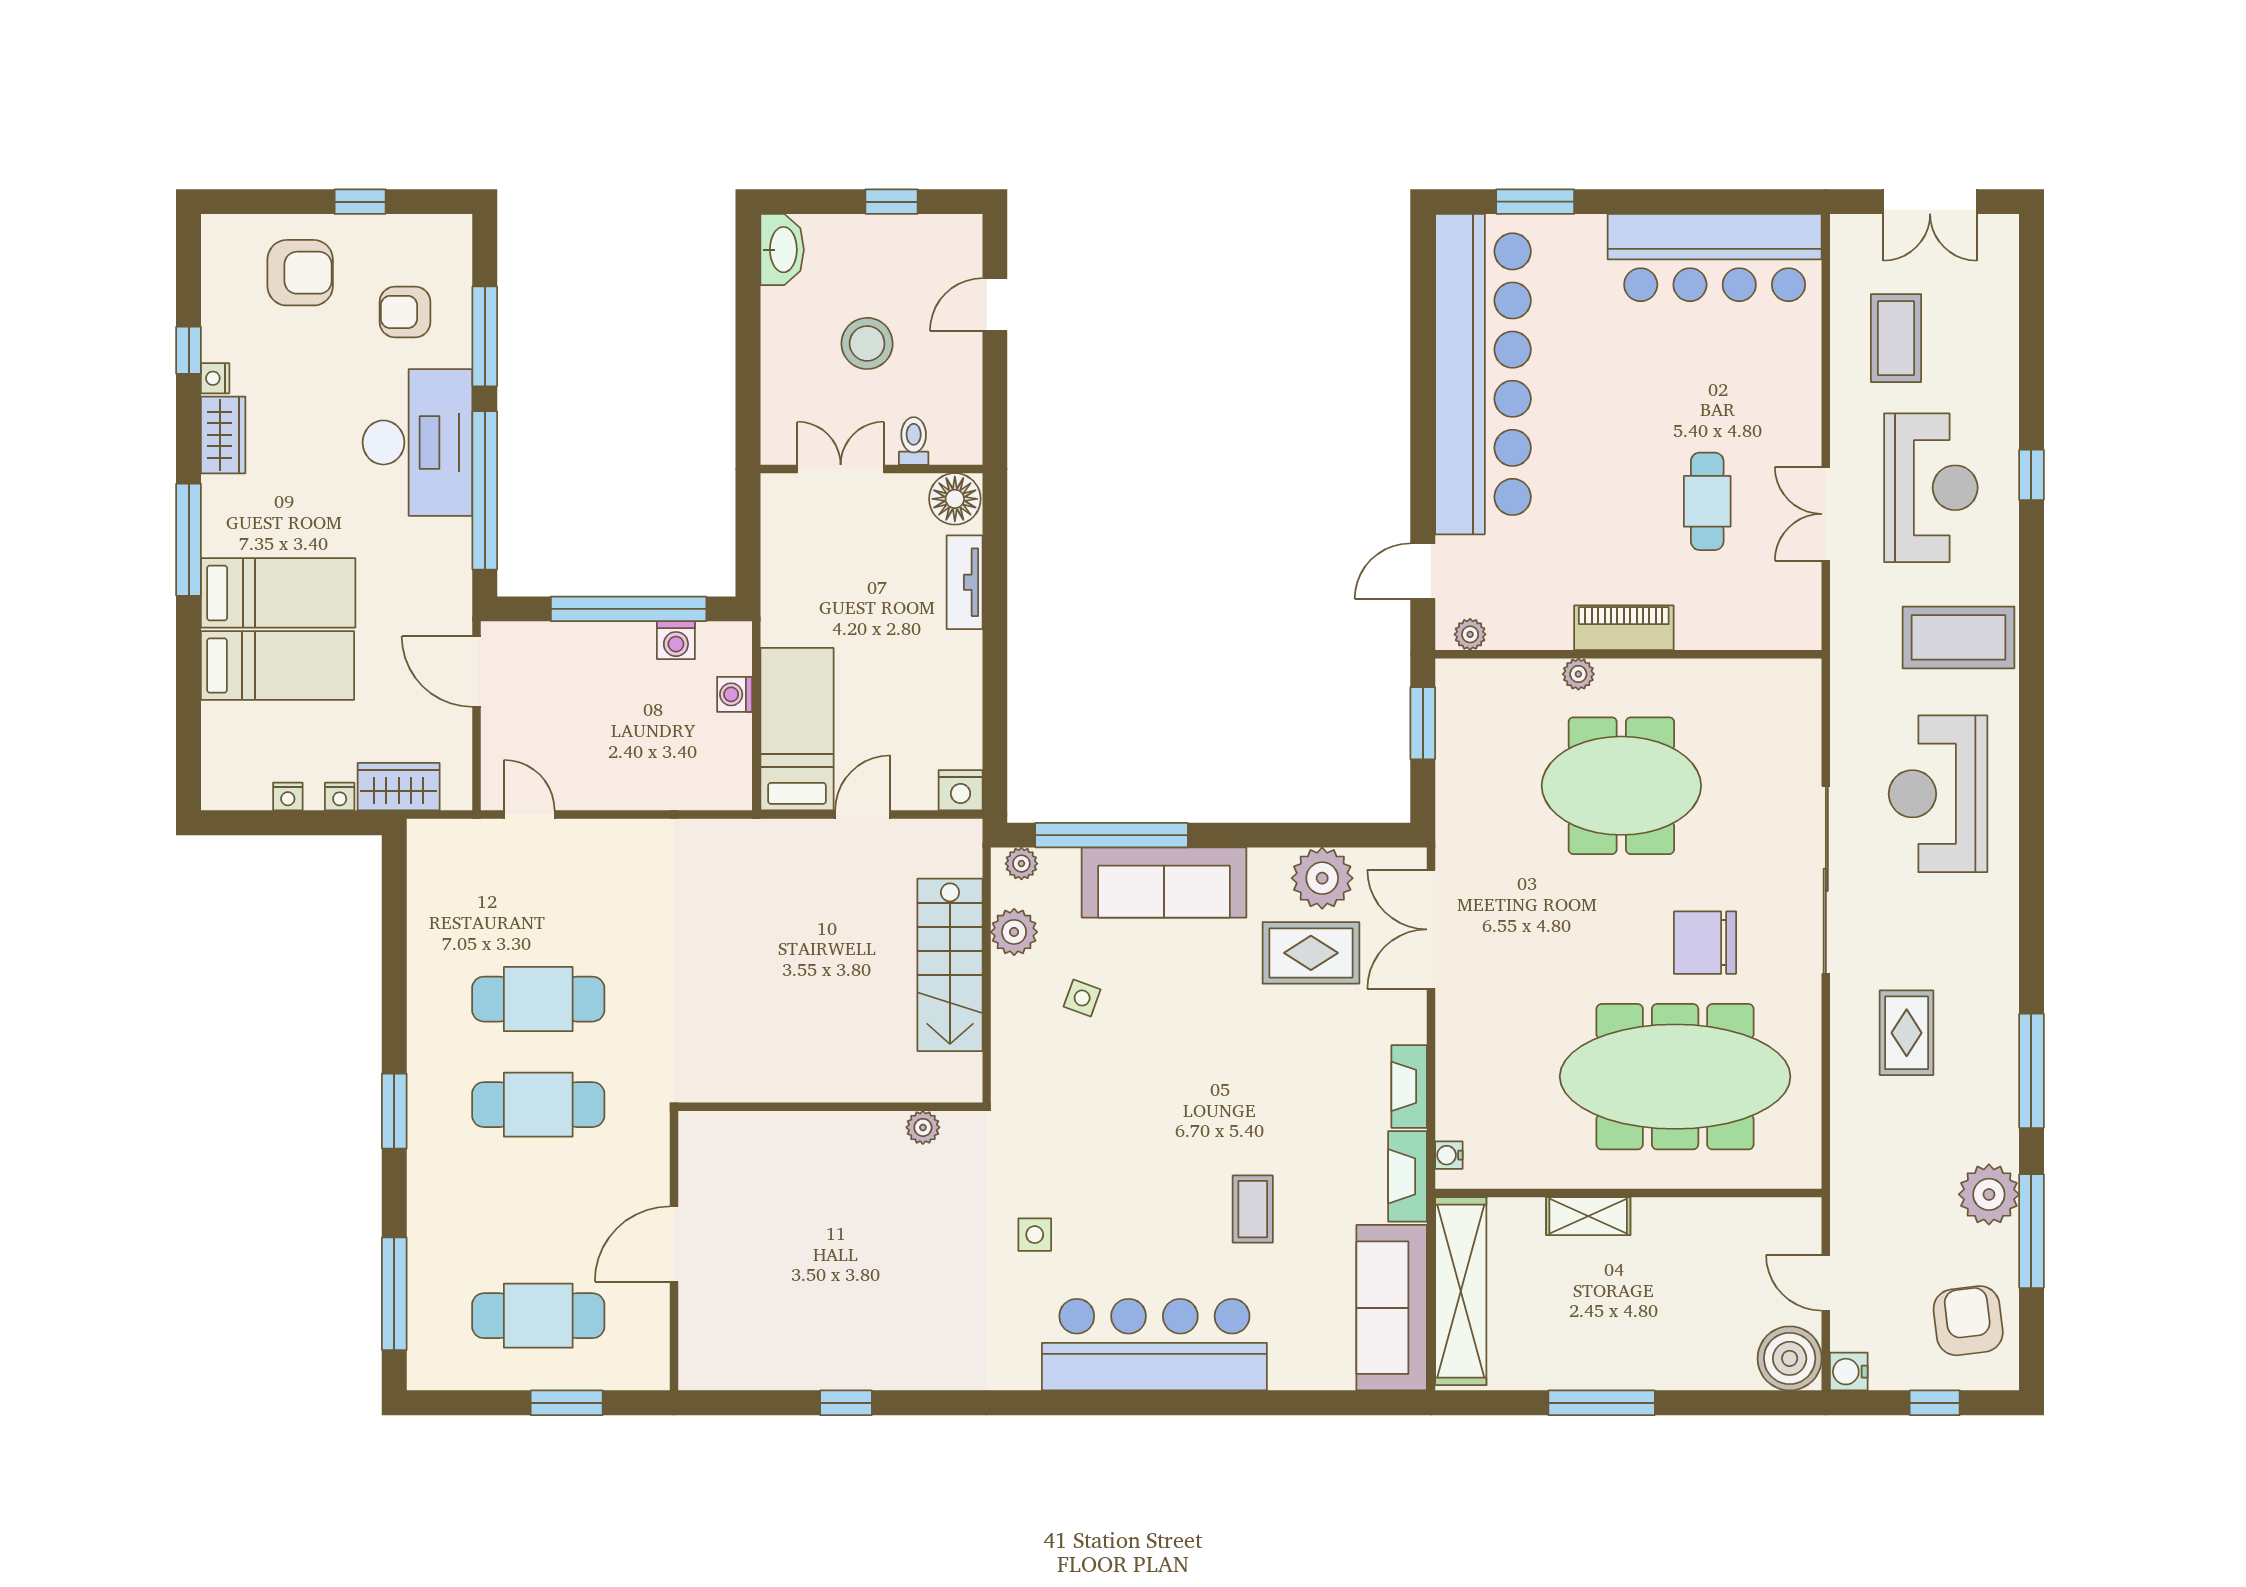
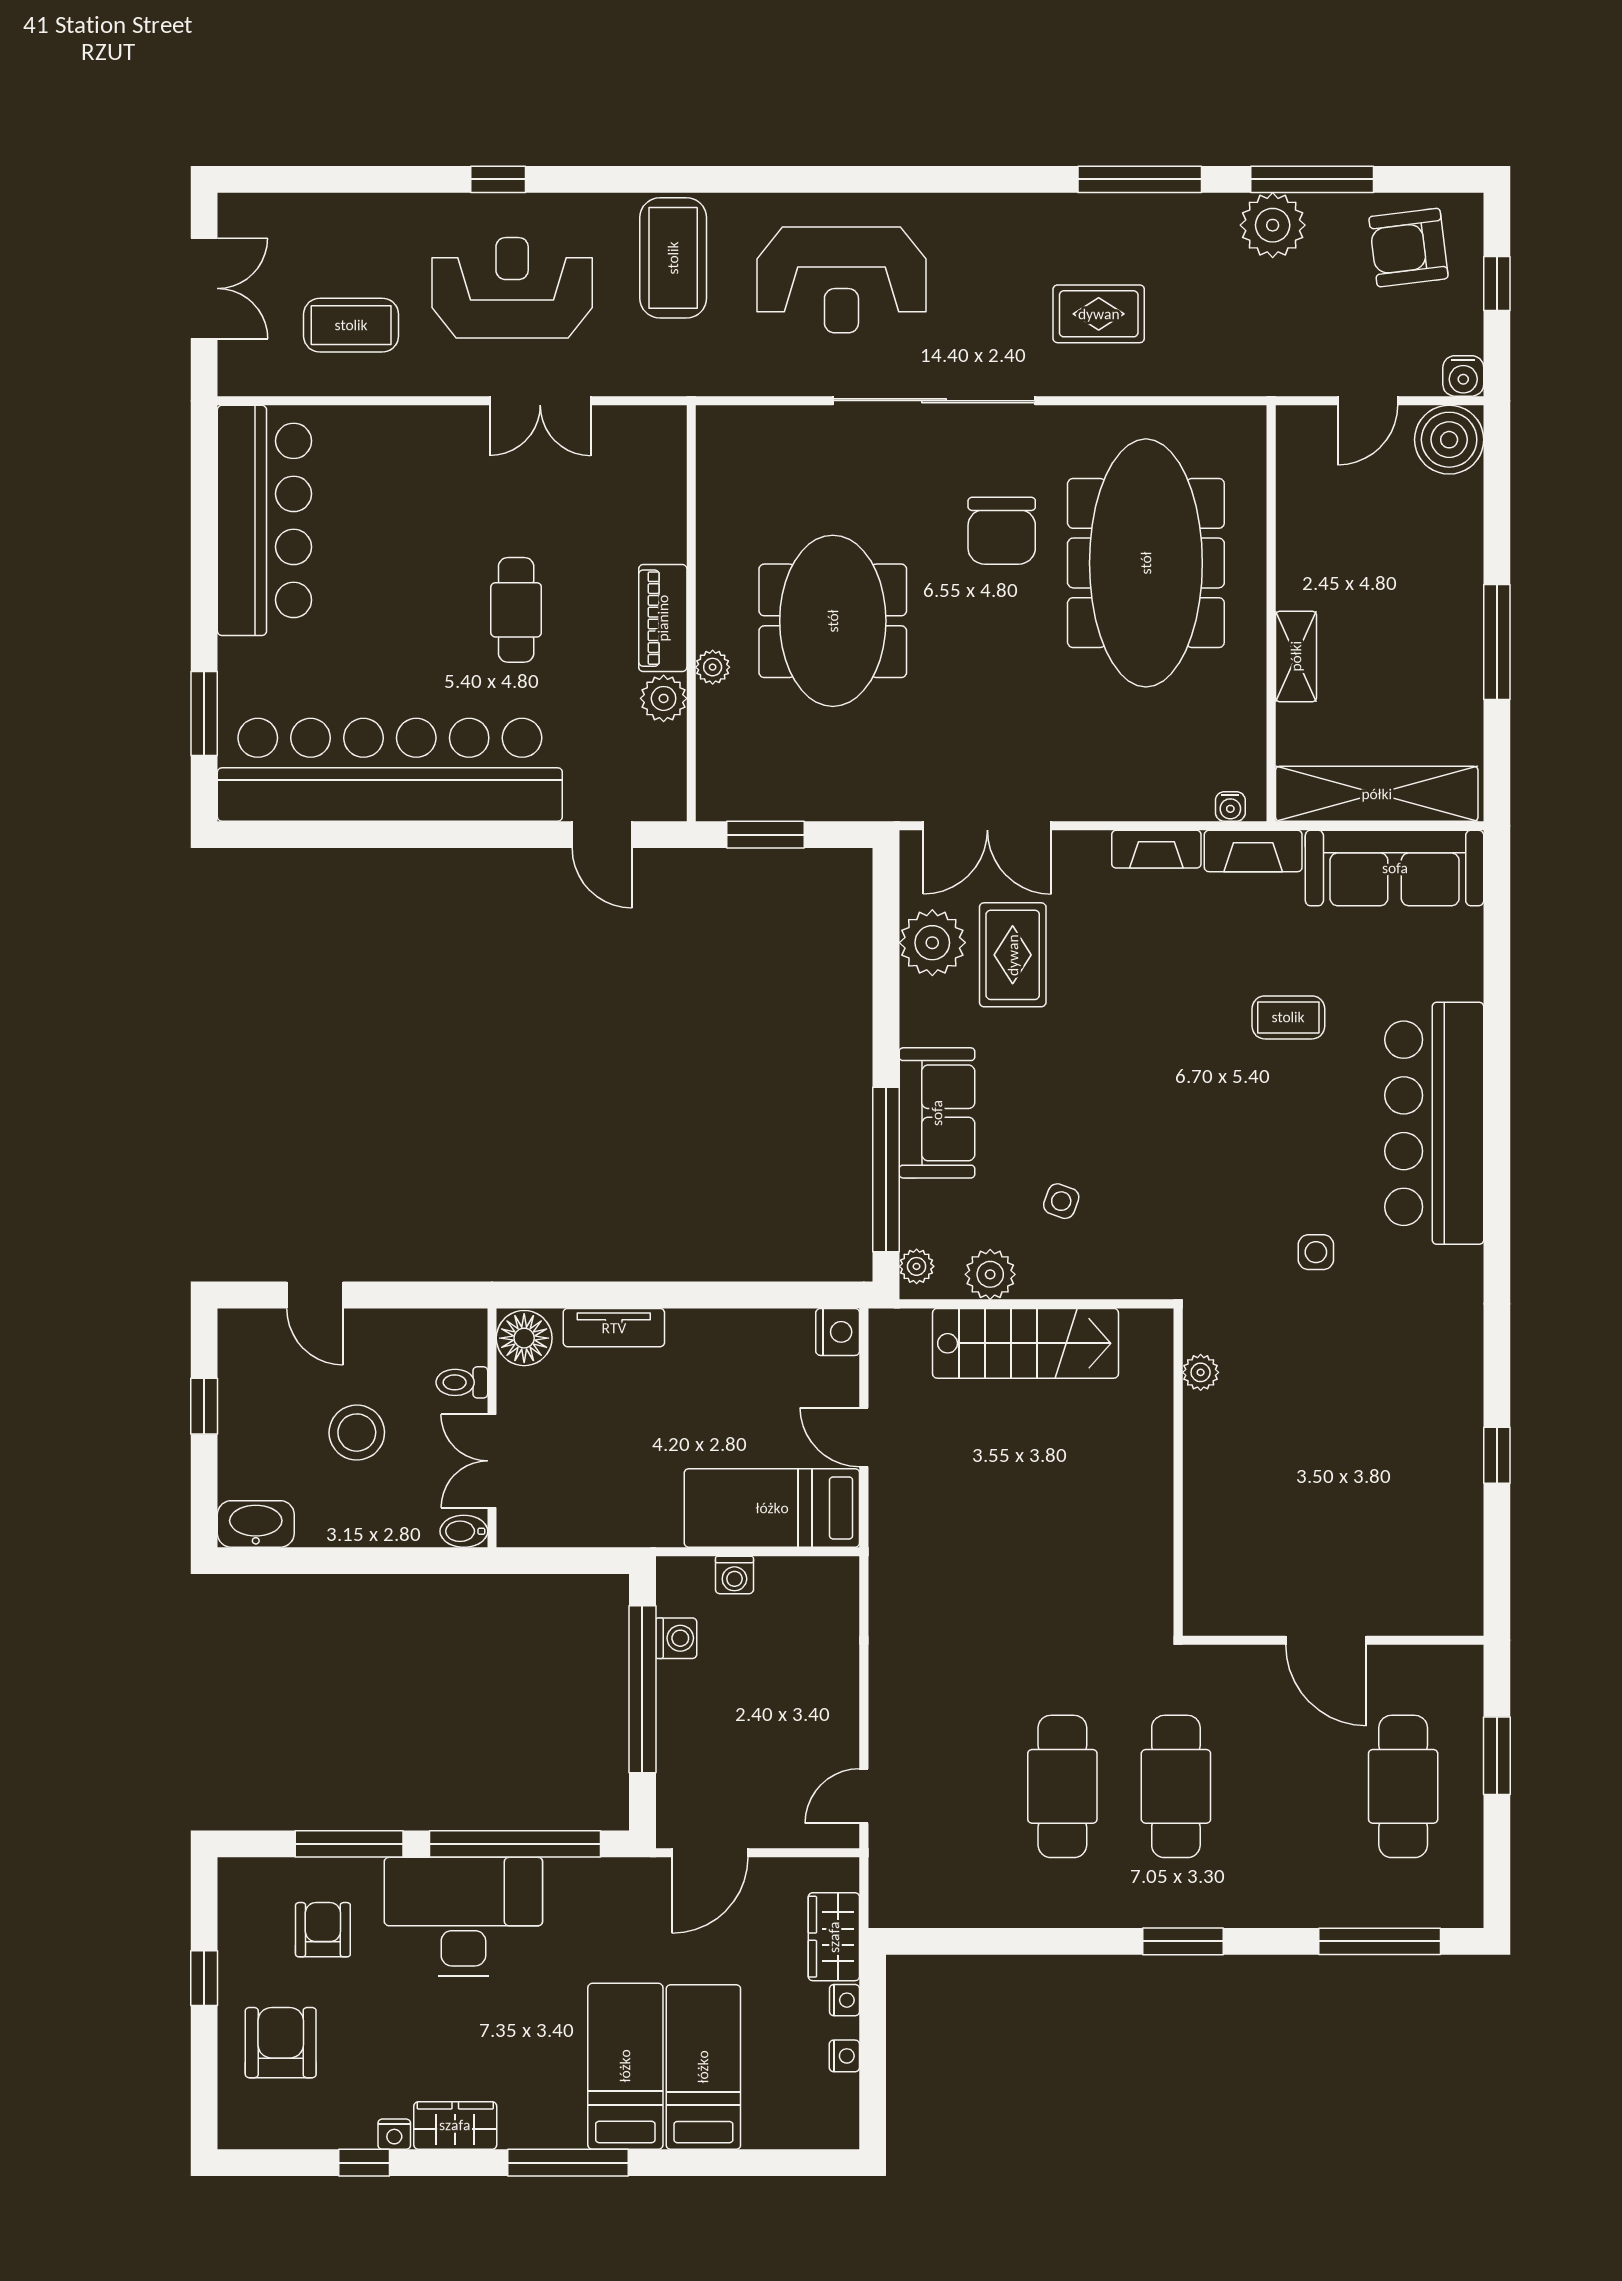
armchair: (405, 312) -> (323, 1930), turned 180
bidet: (775, 443) -> (464, 1531), added
cafe table: (1707, 501) -> (516, 610), moved, turned 90
plant: (1470, 634) -> (664, 698), moved, width x1.38, depth x1.38
sofa: (1164, 883) -> (937, 1113), width x0.73

